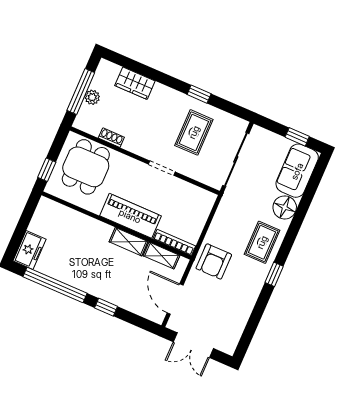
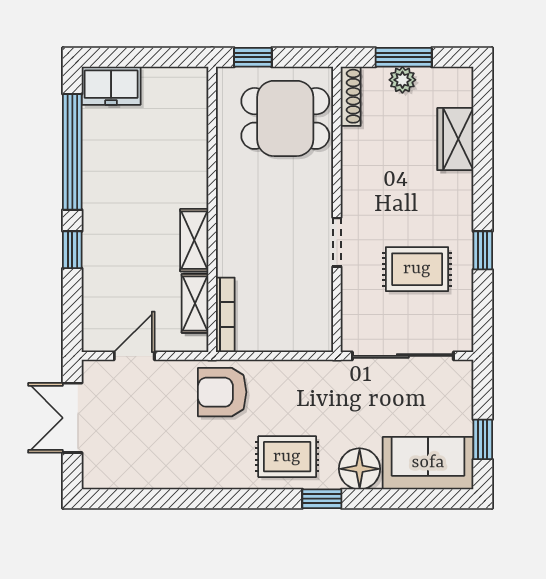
window: (81, 92) -> (404, 57), width x0.69
shoe rack: (111, 138) -> (351, 96), moved, width x1.43
piano: (130, 216) -> (237, 225), removed
window: (274, 274) -> (322, 499), moved
door: (175, 299) -> (134, 356), width x0.73

